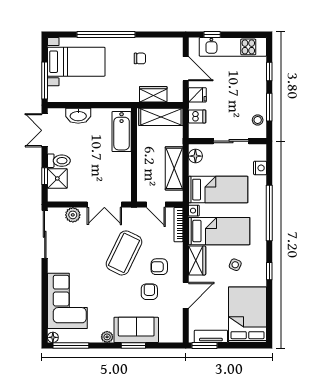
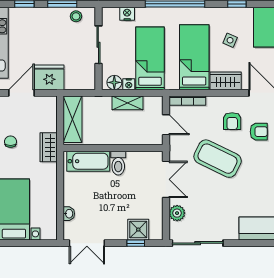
window: (45, 81) -> (34, 243), removed
wardrobe: (153, 94) -> (49, 147), moved
fridge: (197, 95) -> (49, 77), width x1.88, depth x1.34
washbasin: (78, 116) -> (69, 214), width x0.52, depth x0.69
dishwasher: (197, 116) -> (72, 81), removed
toilet: (59, 161) -> (118, 163), moved, turned 180
shelving: (174, 168) -> (128, 103), width x0.67, depth x0.75
door: (156, 204) -> (166, 125), hinge flipped
nightstand: (194, 211) -> (129, 84), moved
armchair: (149, 292) -> (259, 132), turned 180

